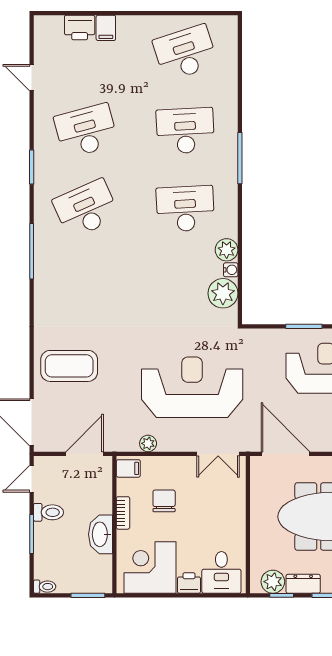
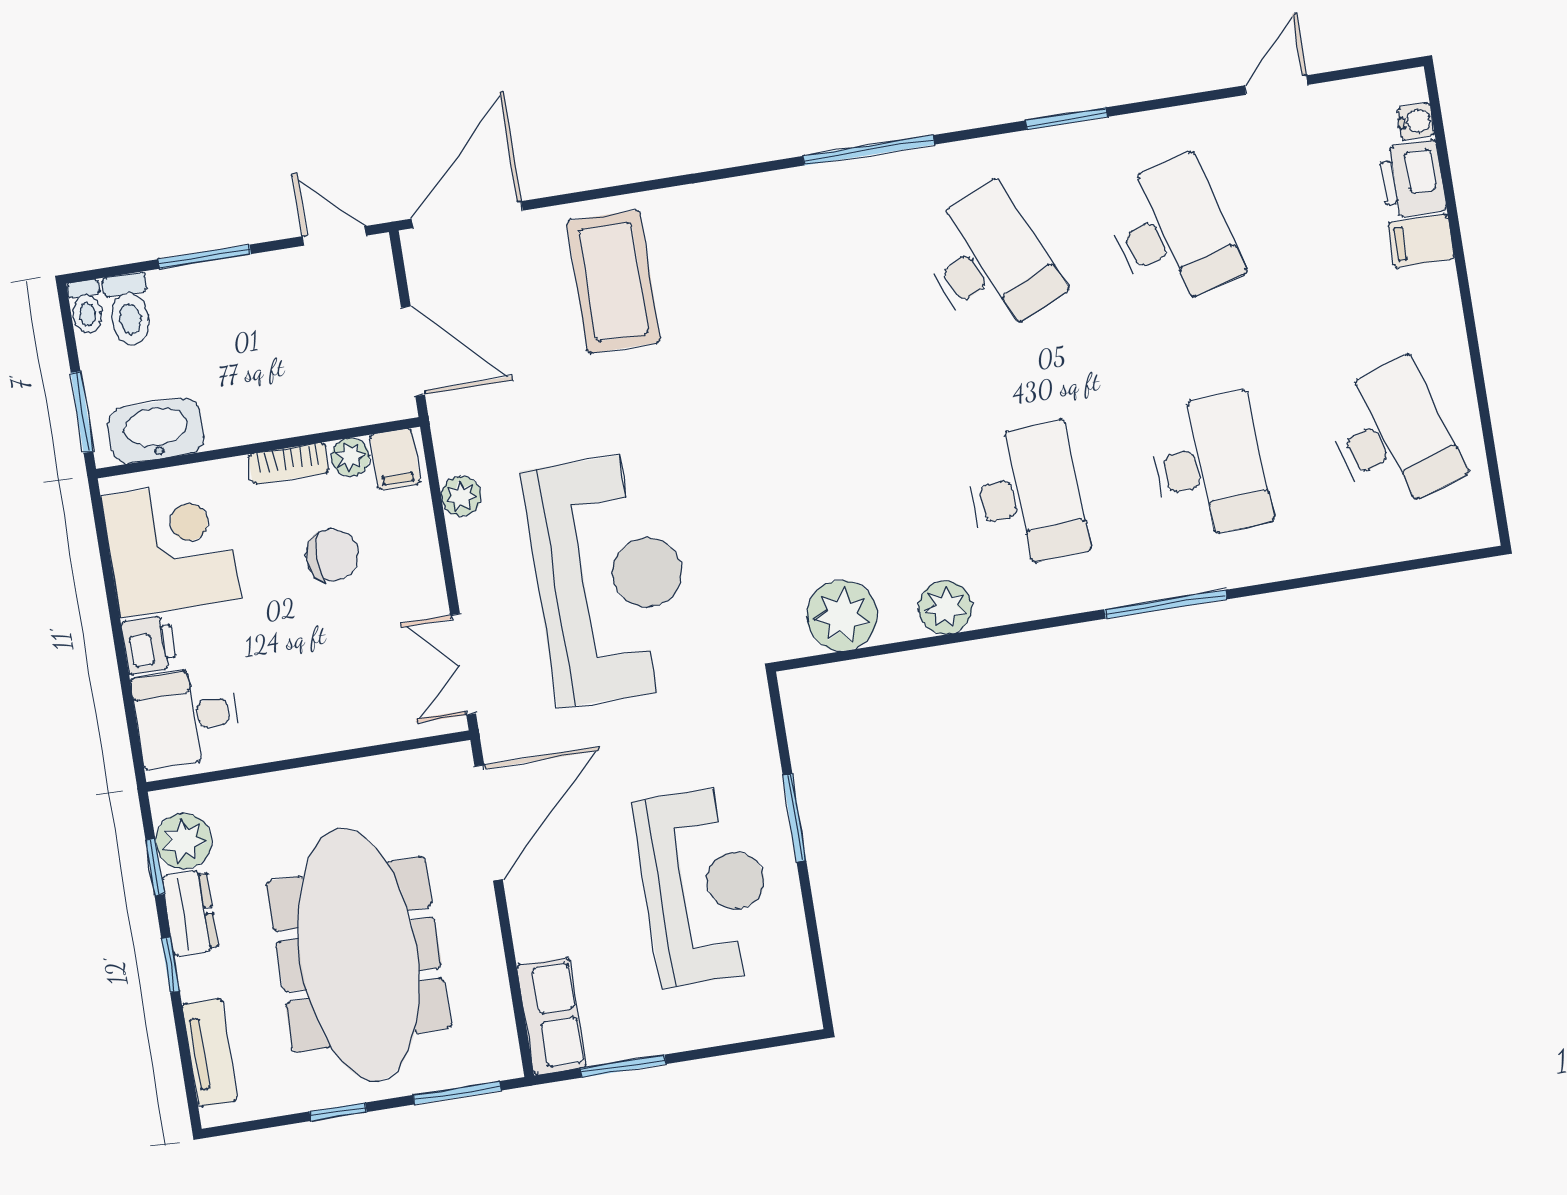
water cooler: (231, 270) -> (1416, 121), moved, turned -90
plant: (124, 487) -> (350, 457), added
toilet: (48, 512) -> (129, 310), moved
washbasin: (101, 534) -> (156, 431), moved

